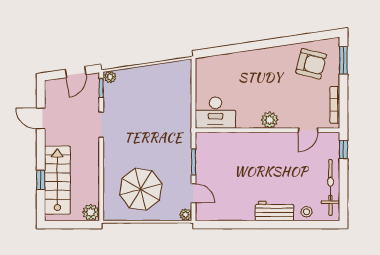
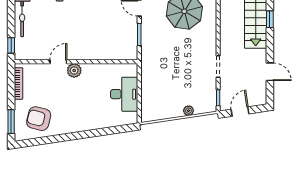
plant: (110, 77) -> (188, 111), moved
desk: (215, 113) -> (124, 94), moved, turned 90
door: (308, 130) -> (58, 62), moved

